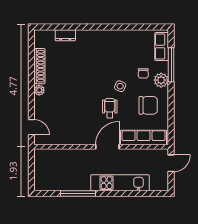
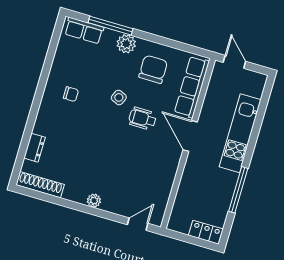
shoe rack: (39, 66) -> (40, 185), moved
chair: (143, 73) -> (71, 94), moved
locker: (40, 179) -> (206, 232), added

